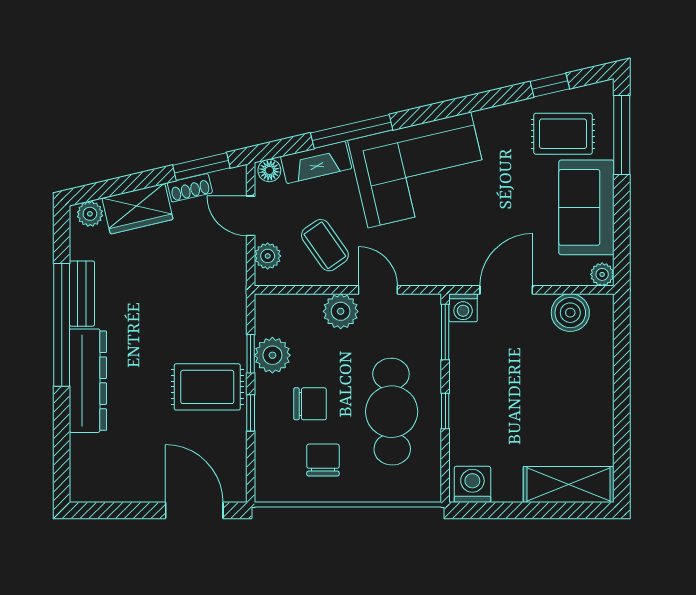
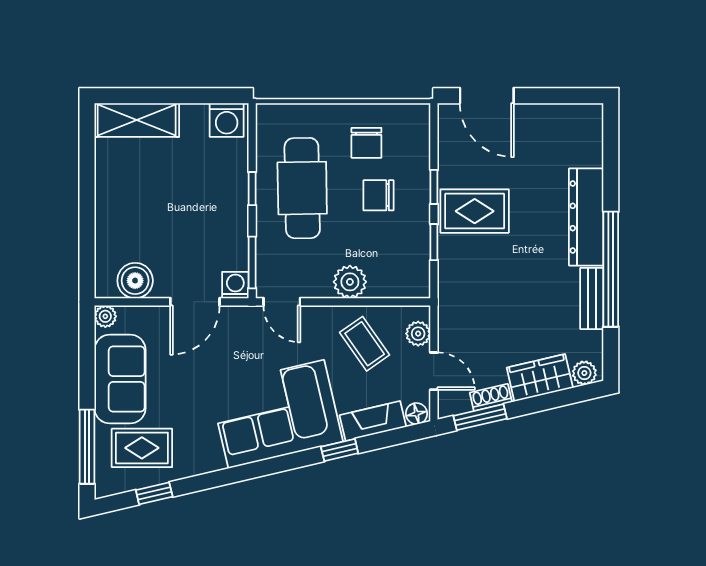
window: (352, 131) -> (340, 450), width x0.46
door: (378, 290) -> (282, 302), moved
plant: (272, 355) -> (414, 241), removed

